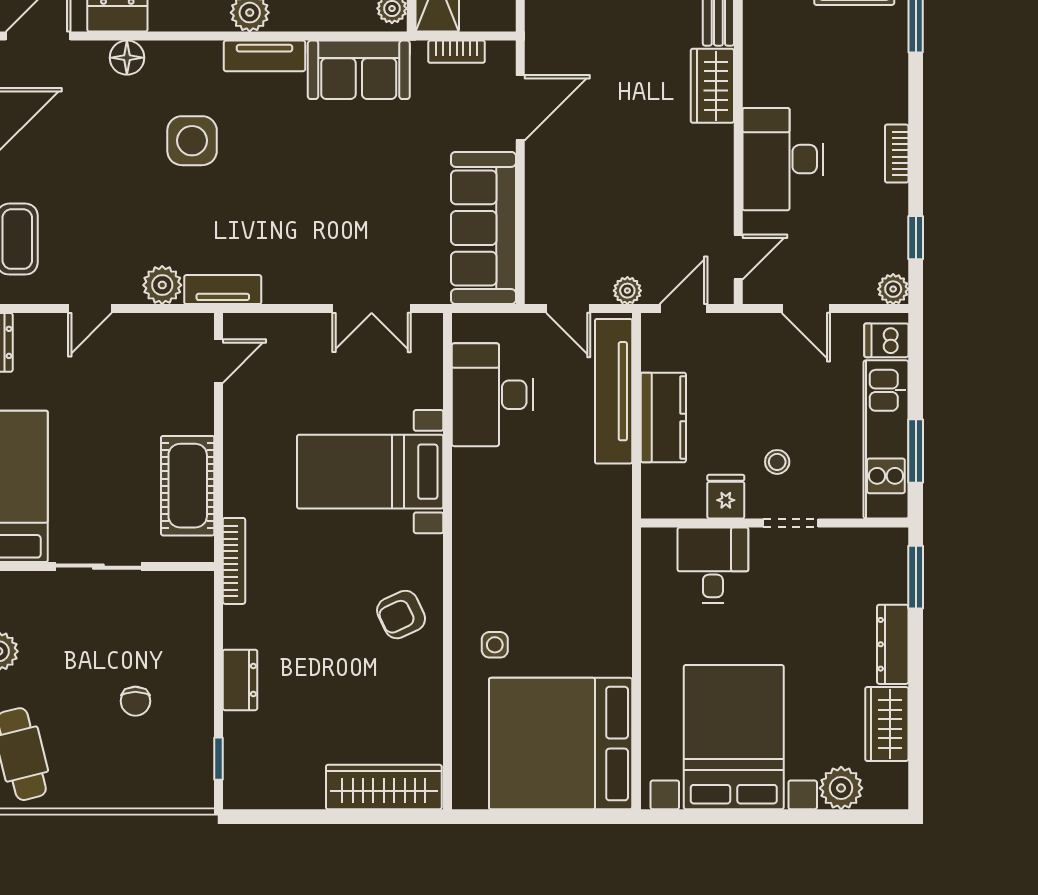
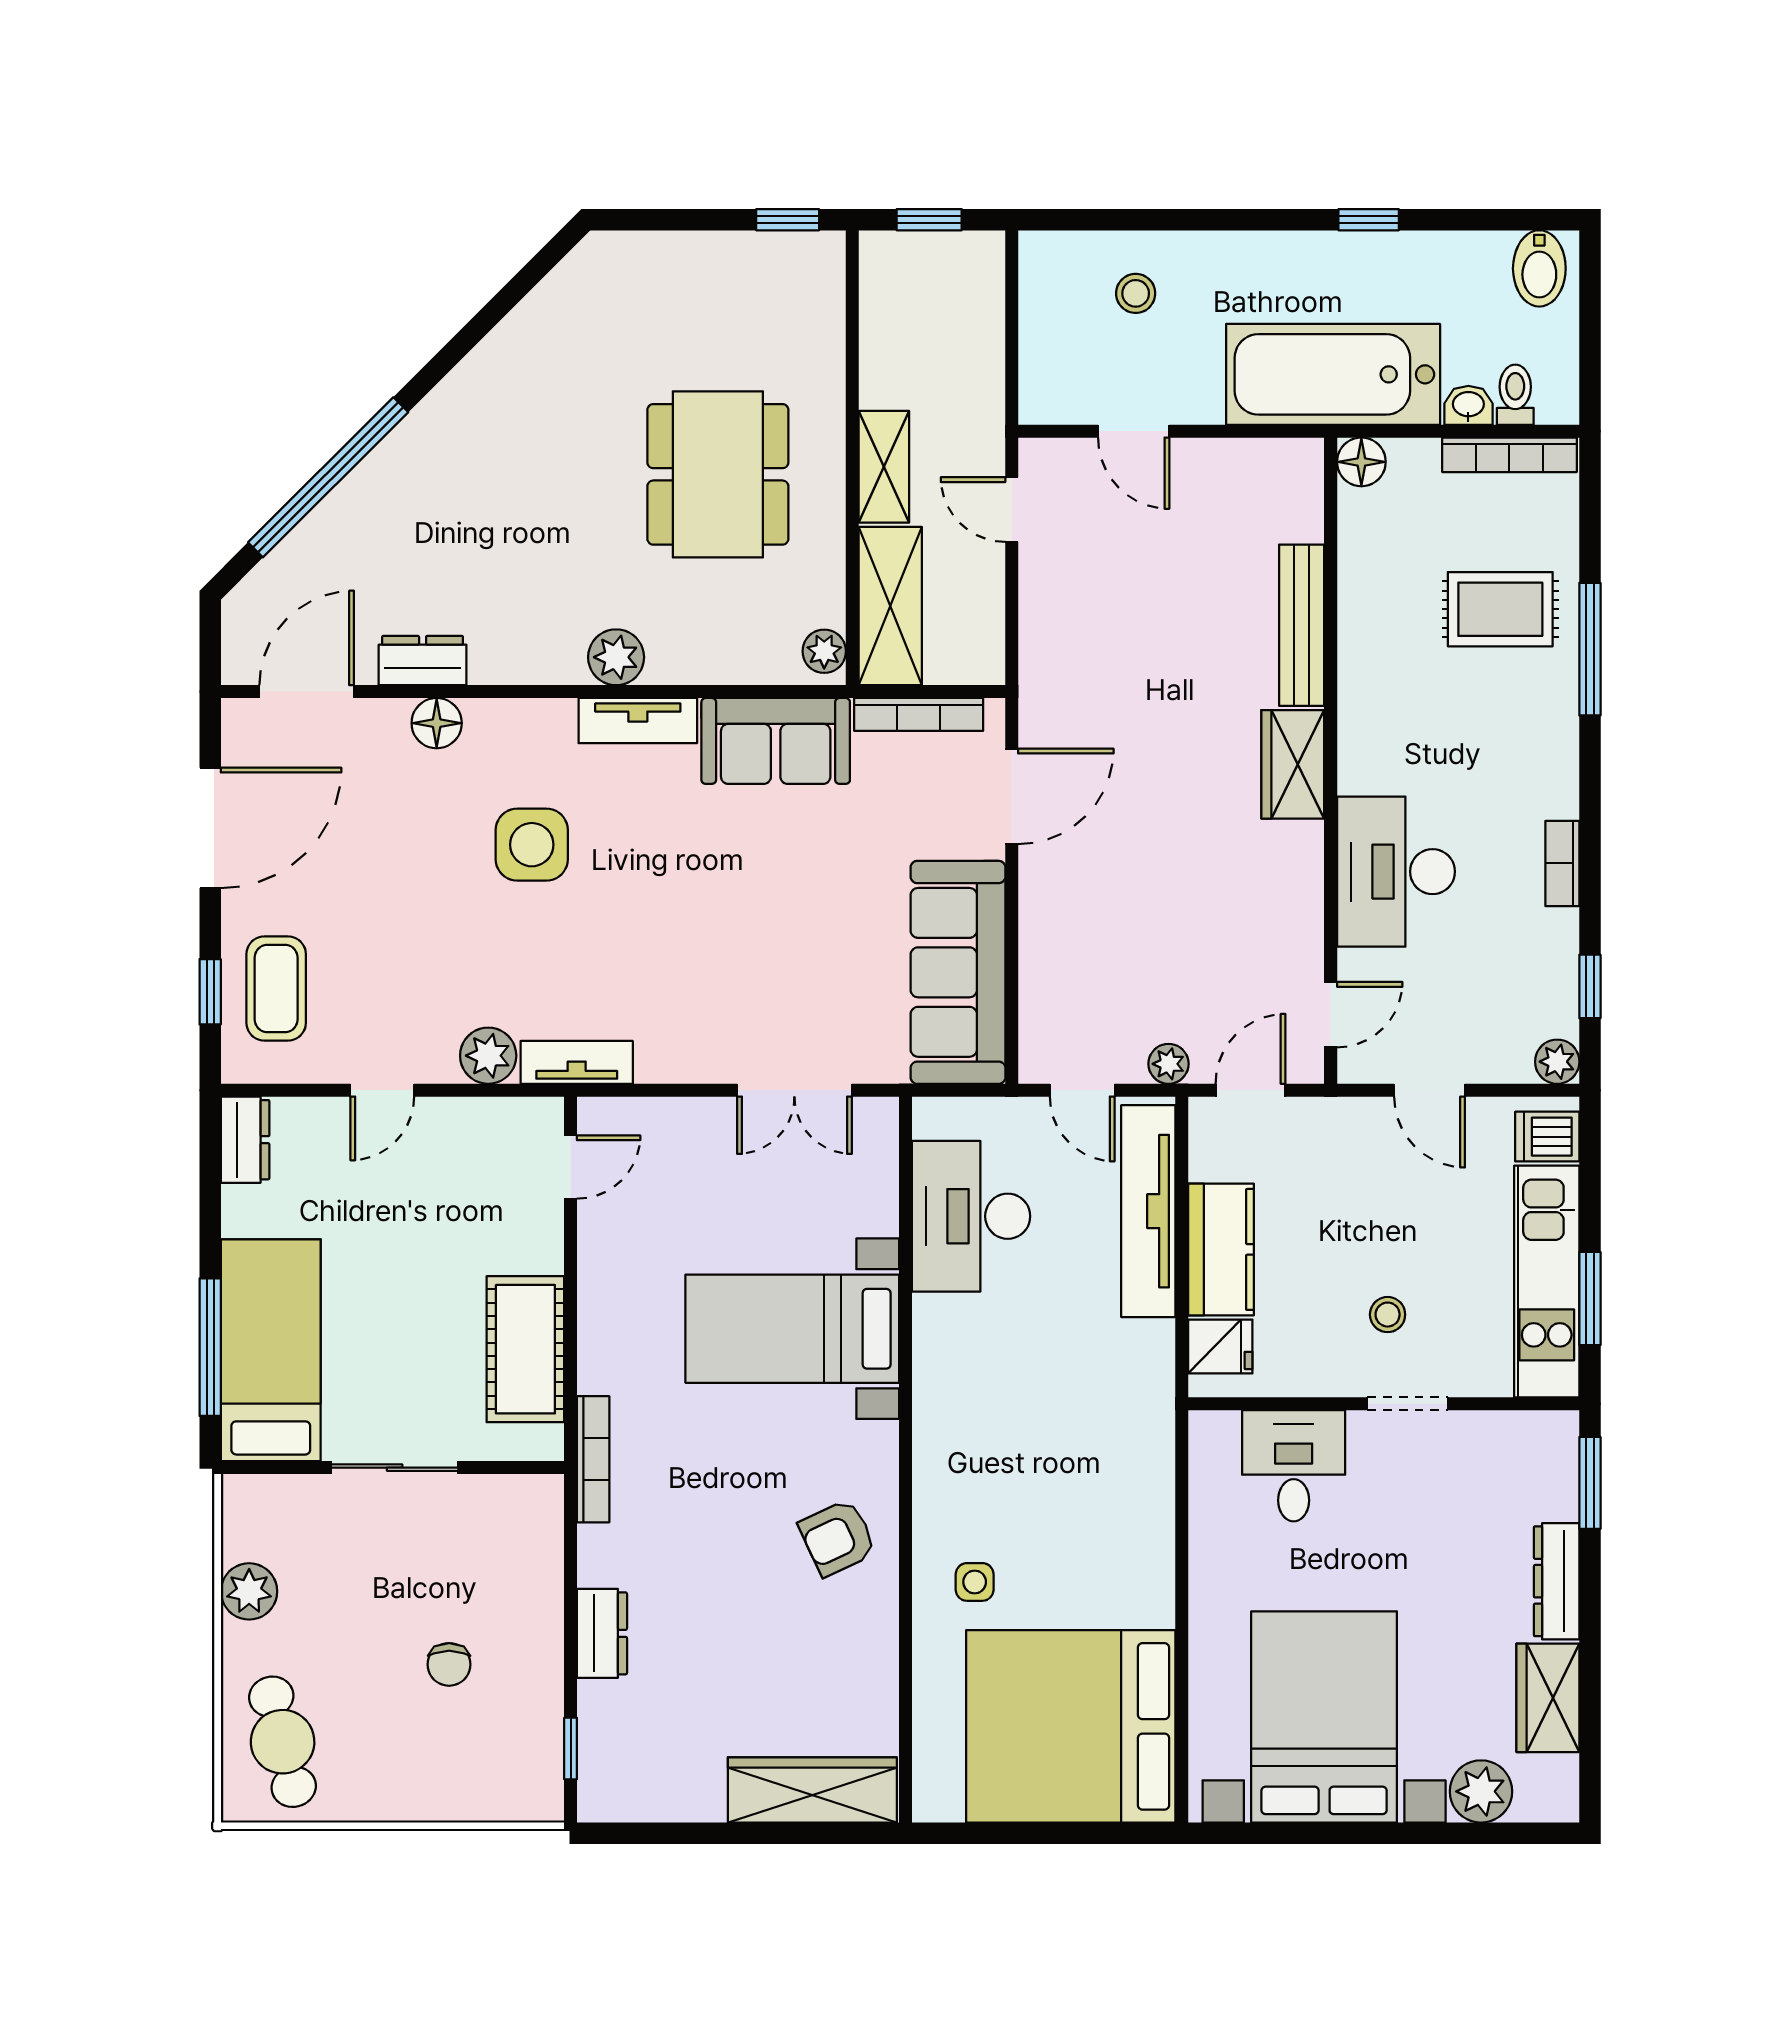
bookcase: (457, 52) -> (919, 714), width x1.56
fridge: (726, 497) -> (1220, 1346), moved, turned 90

